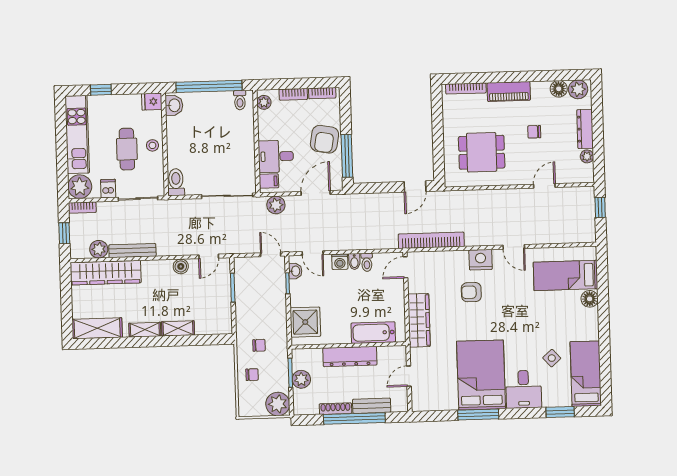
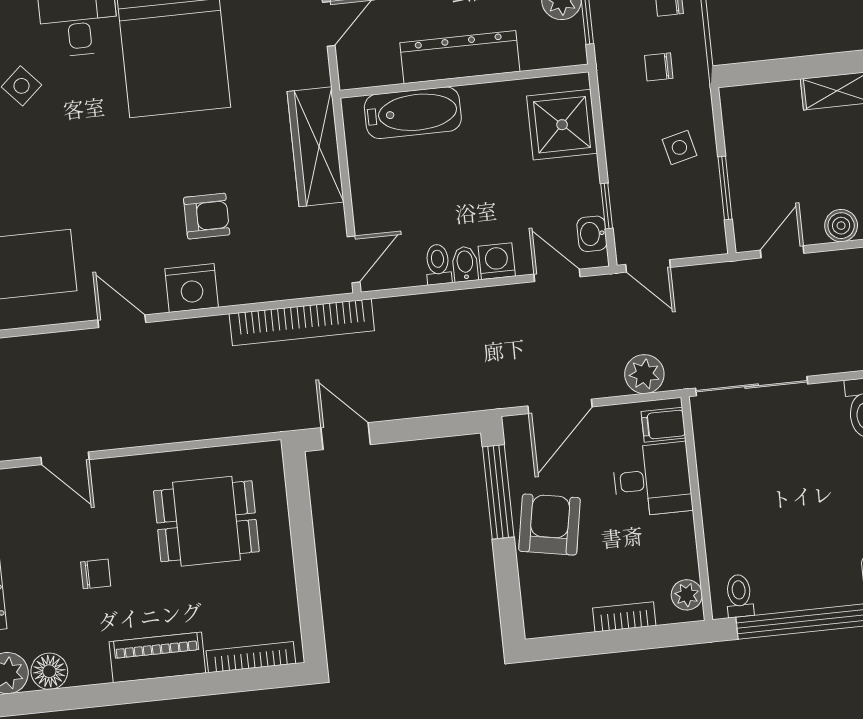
bookcase: (322, 93) -> (562, 624), removed
door: (544, 186) -> (65, 458), hinge flipped
door: (415, 187) -> (346, 436), hinge flipped
side table: (252, 308) -> (679, 147), added

